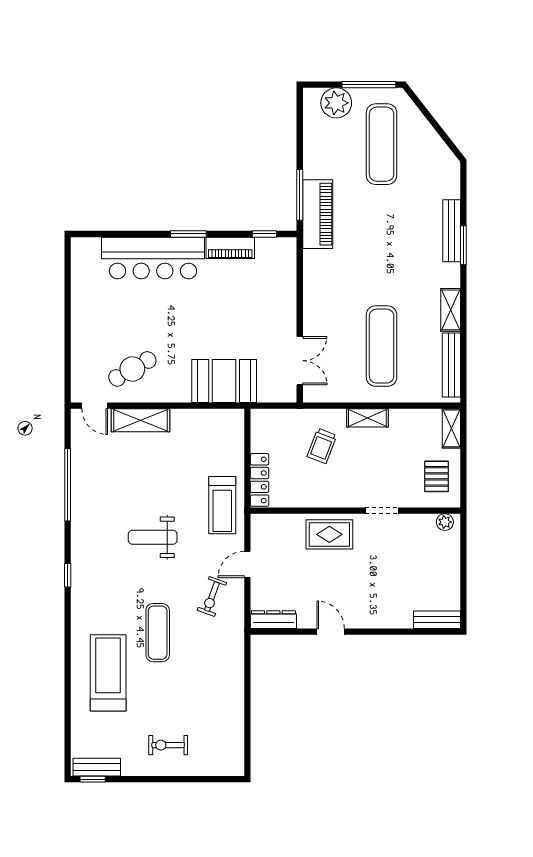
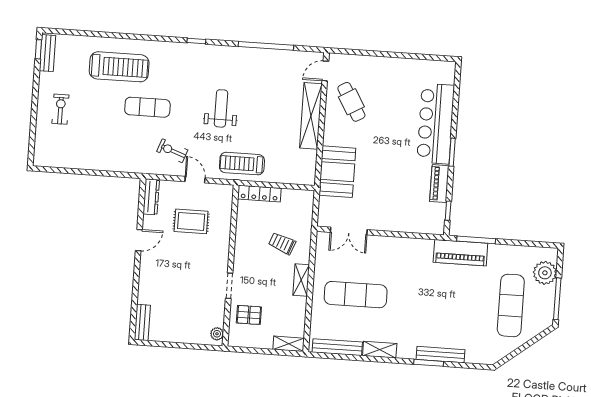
exercise mat: (382, 144) -> (511, 305), turned 90
shelving: (141, 420) -> (311, 116), width x1.47
pallet: (436, 476) -> (249, 315), moved
rug: (329, 534) -> (191, 221), moved, turned 90

